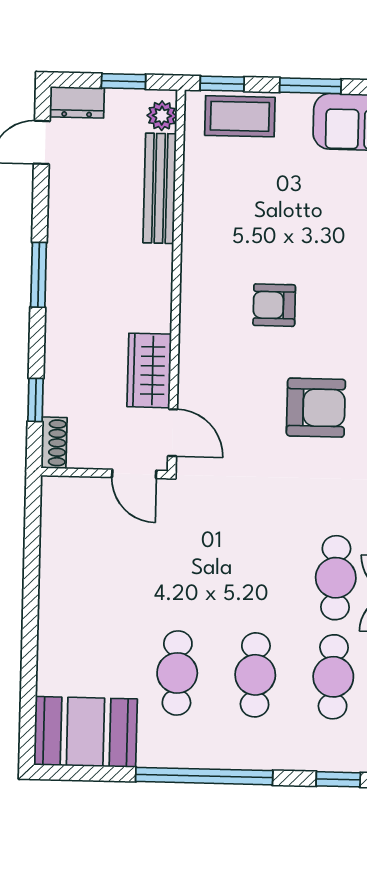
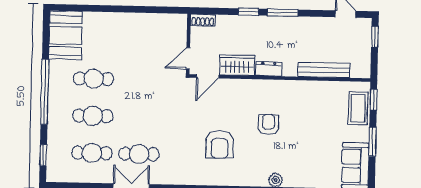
window: (124, 81) -> (375, 37), moved
dresser: (77, 102) -> (269, 69), moved, turned 90
plant: (162, 116) -> (358, 71), removed
window: (36, 400) -> (248, 12), moved

